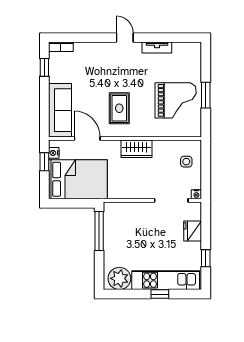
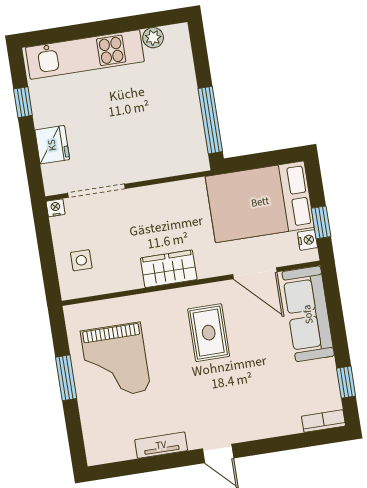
grand piano: (176, 100) -> (116, 361), turned -90
plant: (119, 278) -> (153, 38), width x0.53, depth x0.53
window: (160, 294) -> (91, 30), removed

